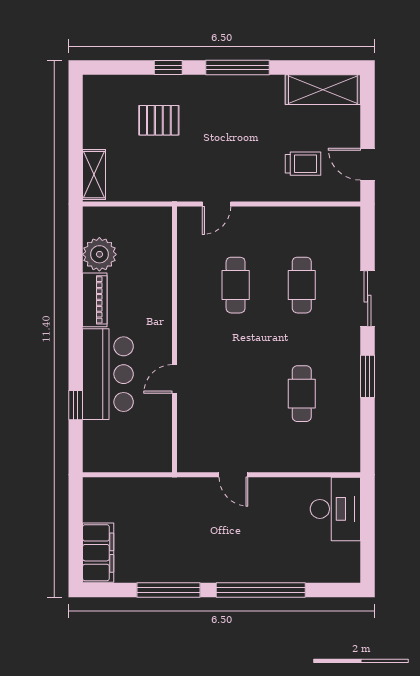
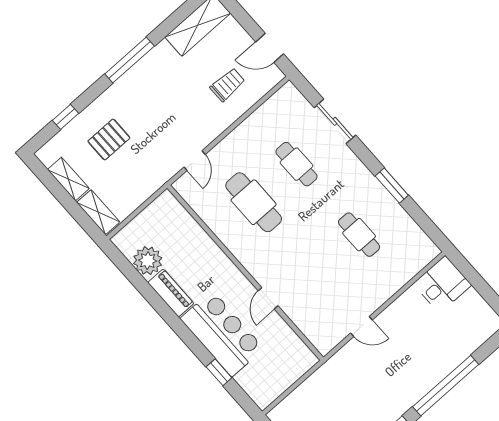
window: (168, 67) -> (65, 117), moved
shelving: (94, 123) -> (68, 179), added
cafe table: (236, 285) -> (254, 202), width x1.37, depth x1.35
sliding door: (368, 299) -> (335, 121), moved
desk: (335, 509) -> (442, 284), width x0.73

